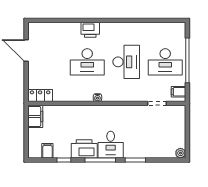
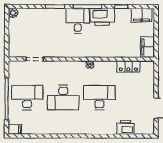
printer: (90, 30) -> (125, 127), moved
desk: (126, 62) -> (63, 97), turned -90
filing cabinet: (178, 92) -> (15, 129), moved
locker: (40, 95) -> (128, 67), moved
filing cabinet: (47, 151) -> (141, 15), width x2.00

